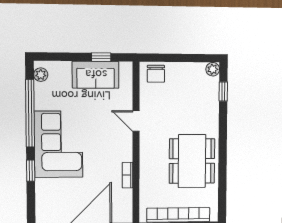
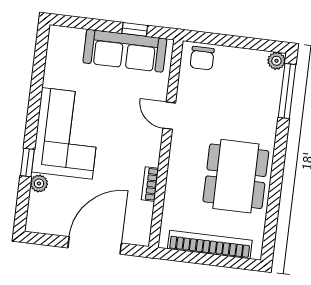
plant: (41, 75) -> (39, 183), moved
sofa: (96, 75) -> (125, 51), width x1.36
window: (223, 92) -> (287, 91), width x2.17
window: (30, 113) -> (36, 90), removed

